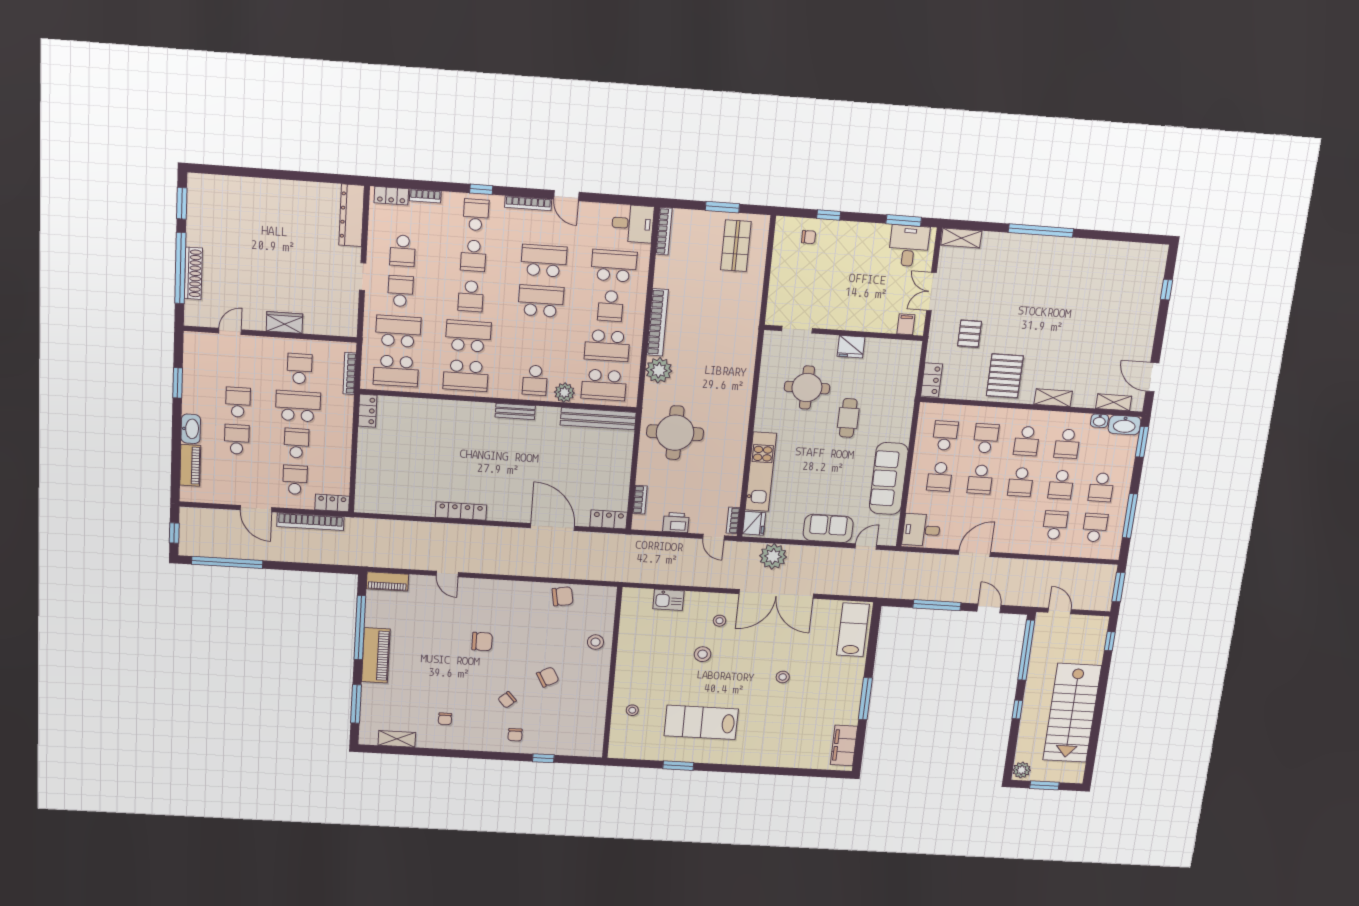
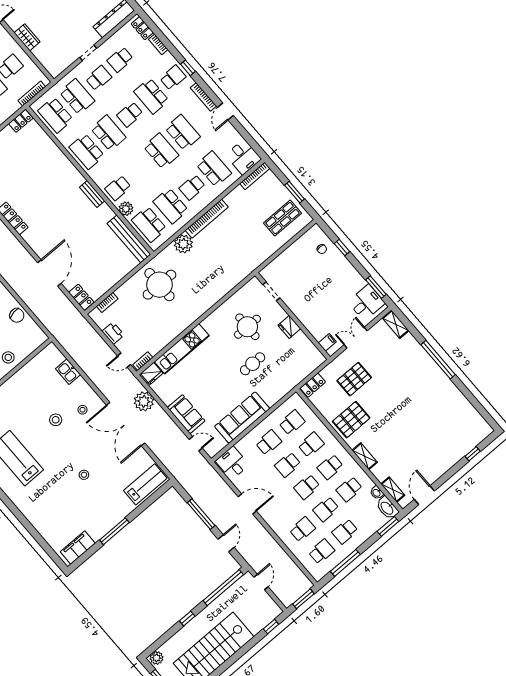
school desk: (473, 256) -> (151, 96), width x1.85
pallet: (970, 334) -> (354, 379), width x1.50, depth x1.42
school desk: (940, 477) -> (269, 442), turned 180
door: (713, 537) -> (124, 360), hinge flipped

